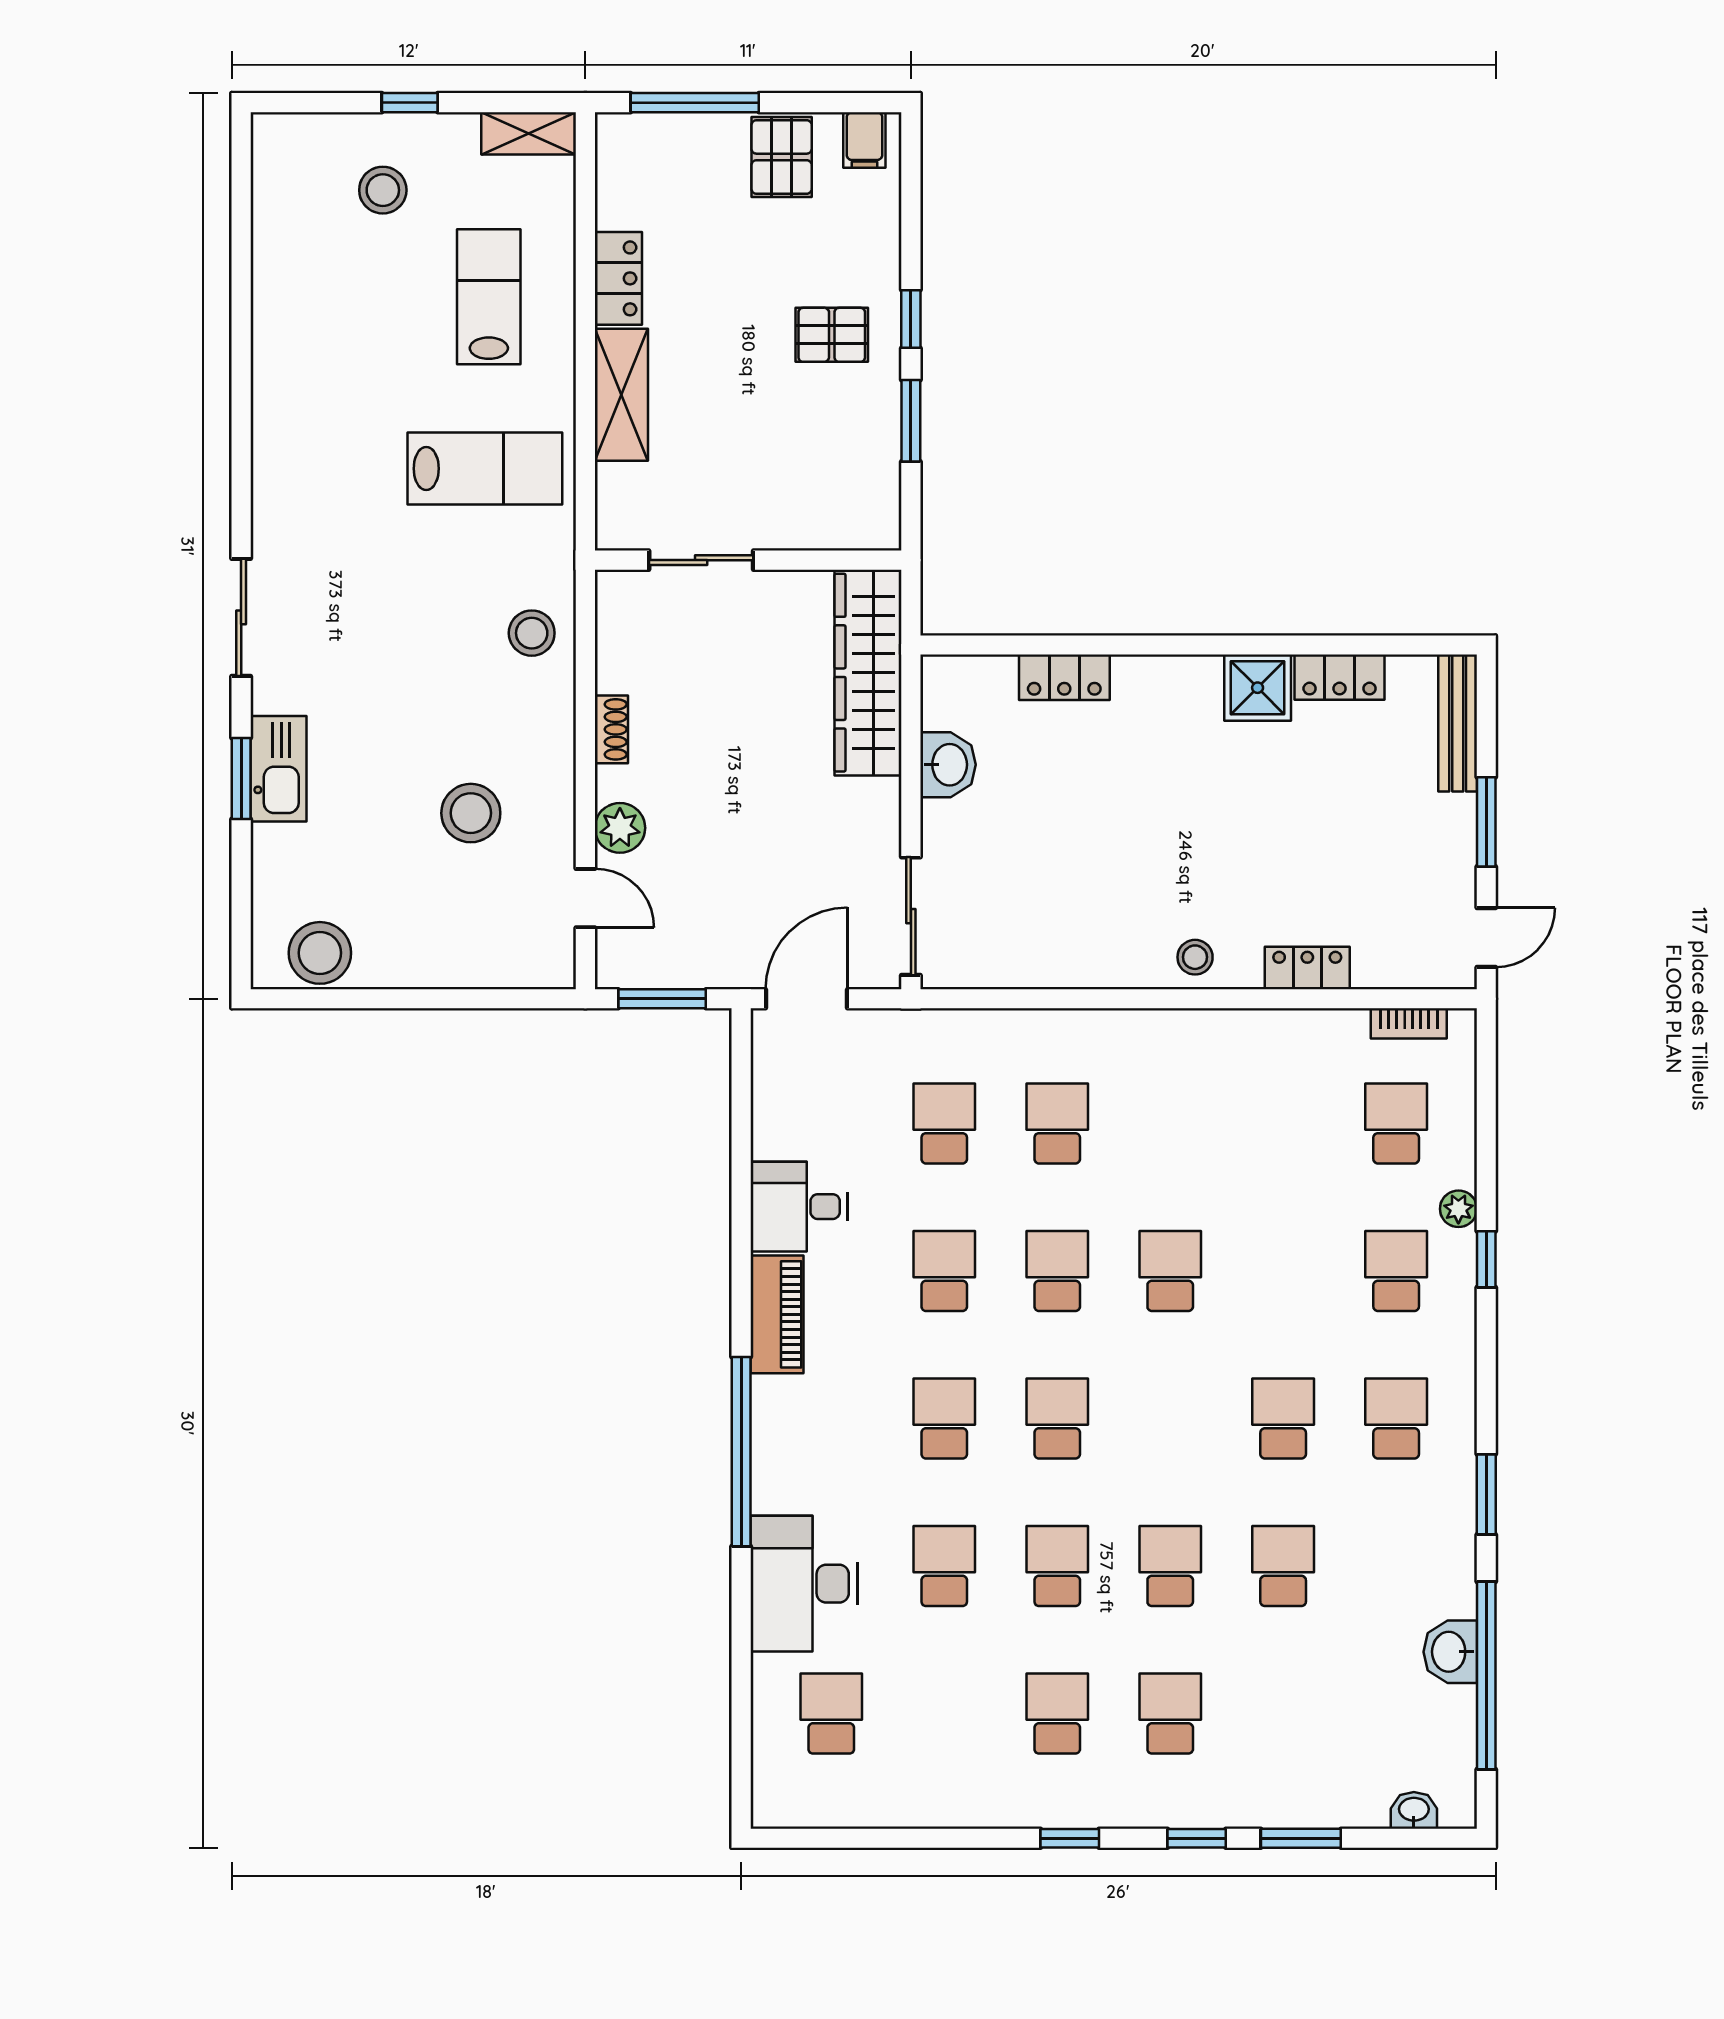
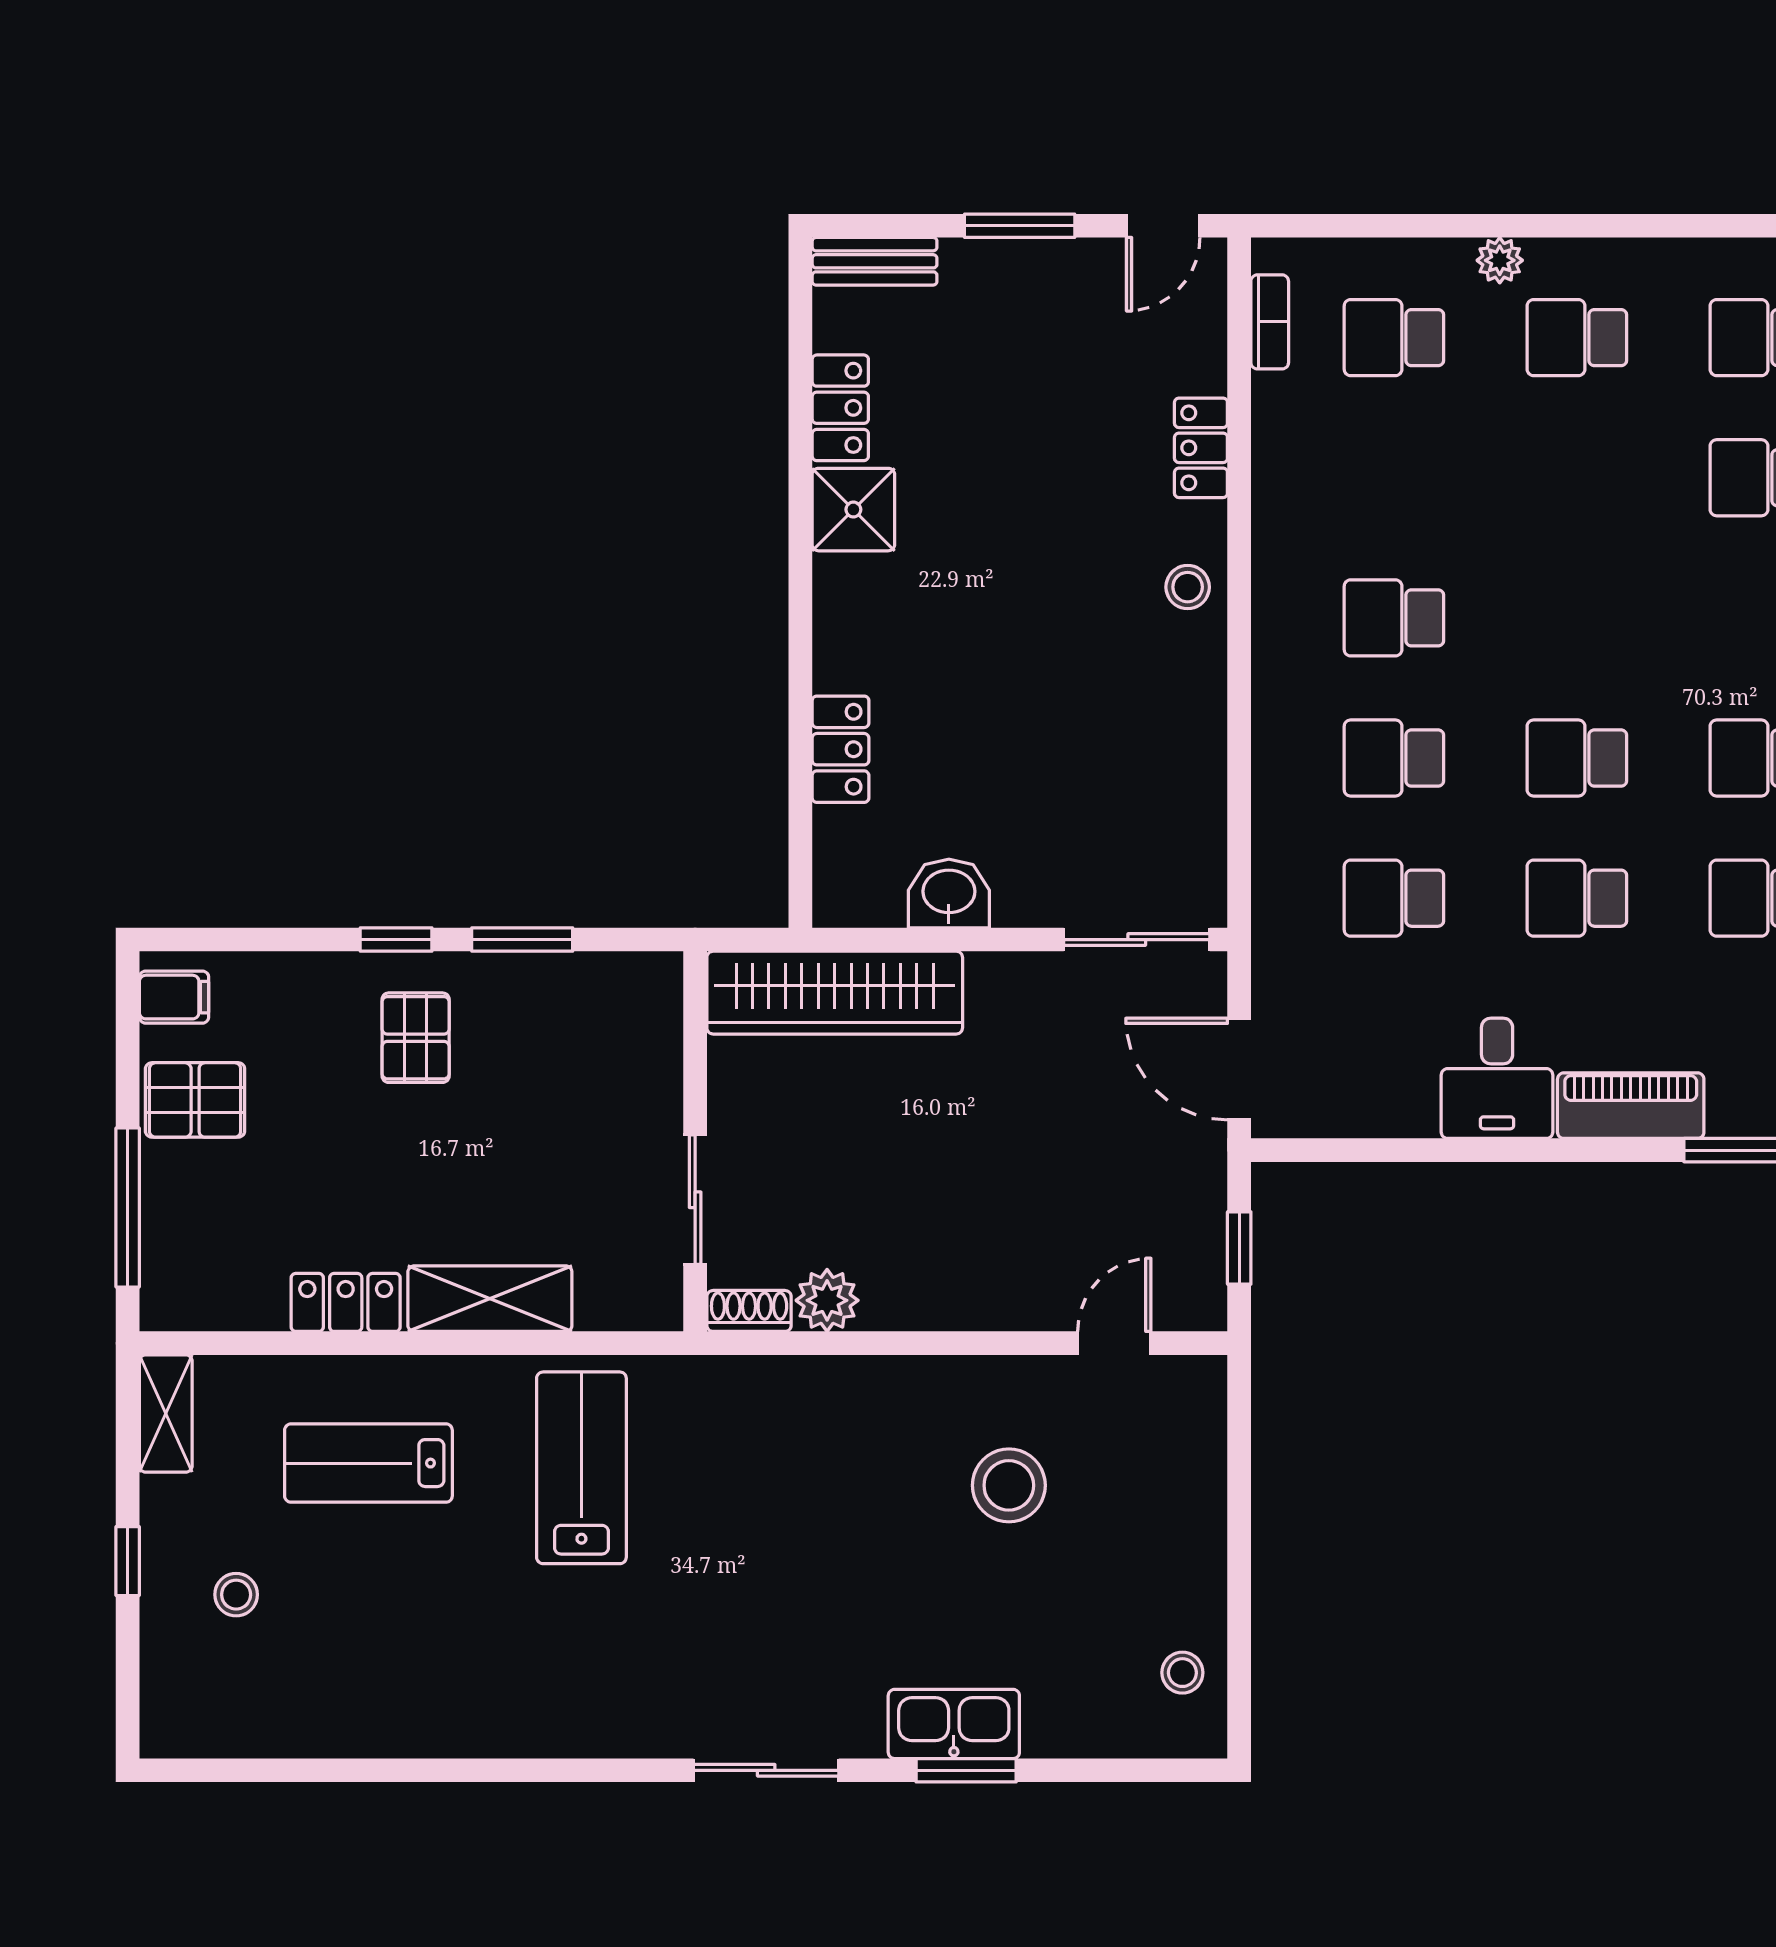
stool: (383, 190) -> (236, 1595), width x0.73, depth x0.73
stool: (532, 633) -> (786, 1410), removed
bench: (1458, 723) -> (875, 261), width x0.73
shoe rack: (611, 729) -> (749, 1311), moved
plant: (620, 828) -> (827, 1300), moved
door: (1486, 937) -> (1163, 226), swing flipped
stool: (320, 953) -> (1182, 1673), width x0.53, depth x0.53
window: (662, 999) -> (1239, 1248), width x0.67
window: (1486, 1259) -> (1562, 226), removed
school desk: (1170, 1271) -> (1394, 618), moved

